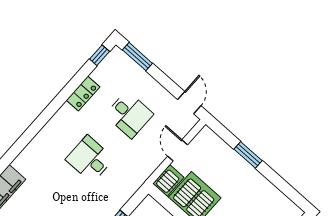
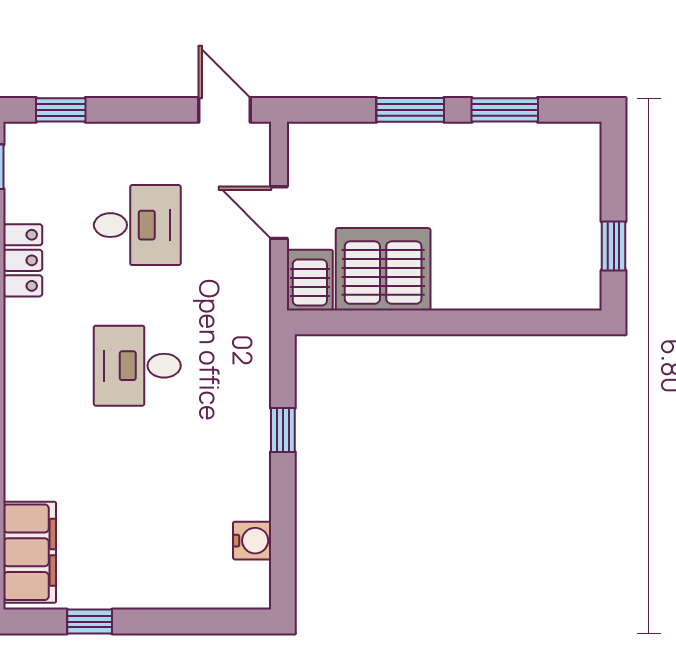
window: (137, 57) -> (61, 110), width x0.67
window: (278, 181) -> (505, 110), added

